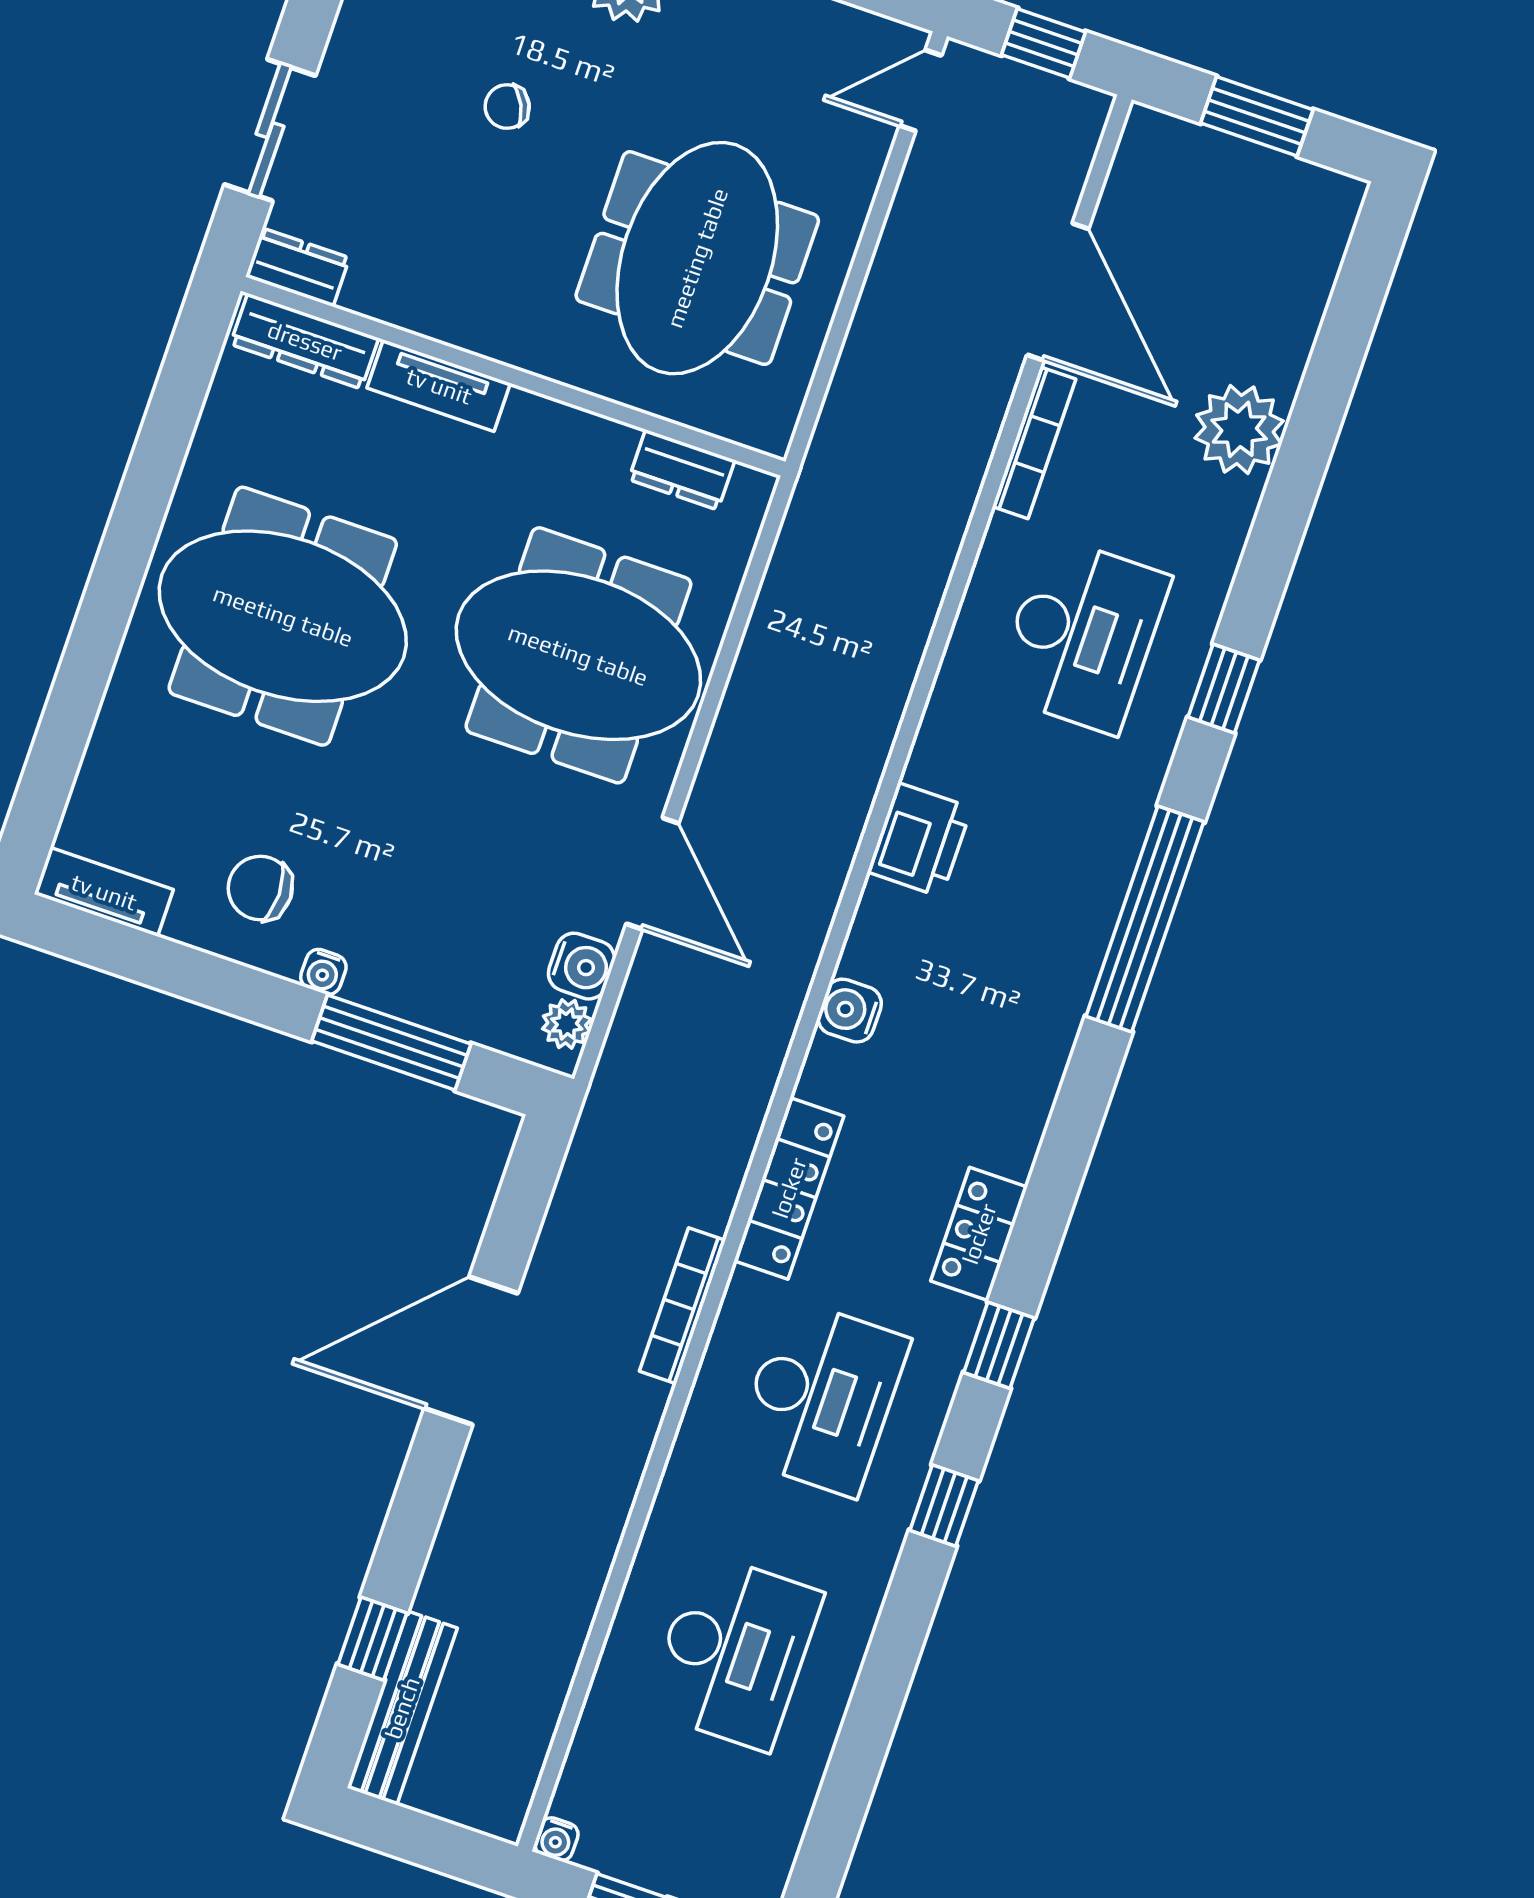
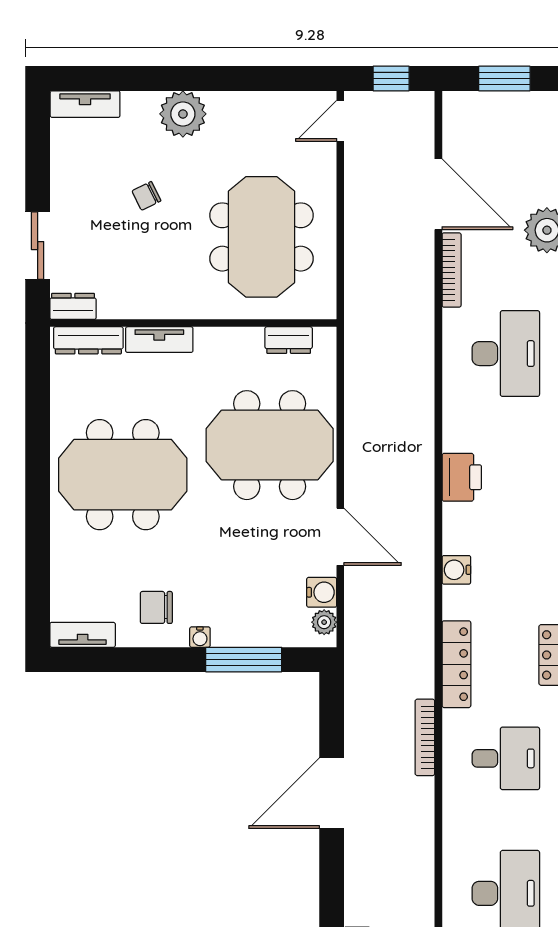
desk: (821, 1398) -> (506, 758), width x0.73

